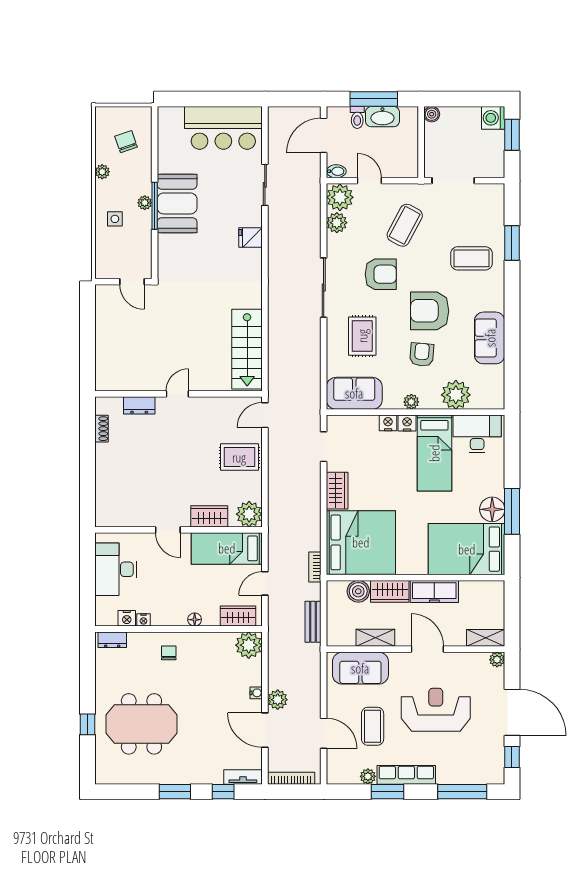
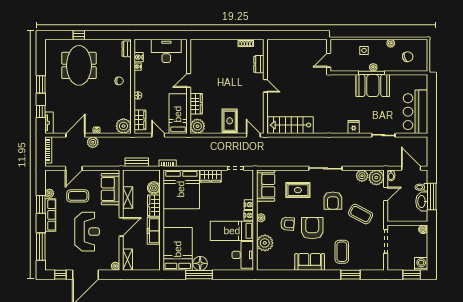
sofa: (490, 338) -> (310, 262), moved

